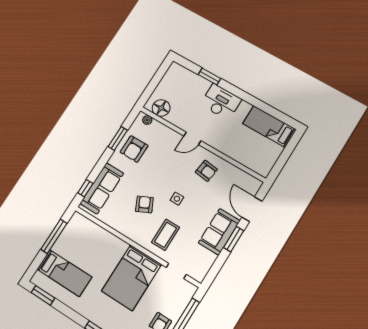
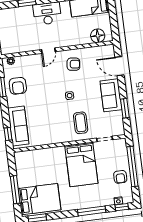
floor lamp: (161, 108) -> (98, 36), moved
armchair: (144, 204) -> (53, 115), removed
window: (54, 236) -> (15, 190), moved
window: (234, 239) -> (125, 108), moved
bed: (64, 273) -> (39, 199), width x1.50

